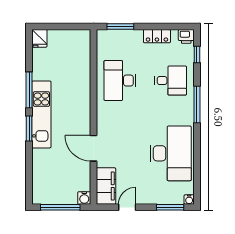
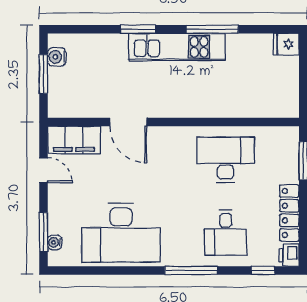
locker: (157, 36) -> (289, 213), width x1.53
window: (29, 129) -> (138, 29), moved
door: (94, 148) -> (128, 122), swing flipped
water cooler: (84, 198) -> (57, 57), moved
water cooler: (189, 200) -> (55, 242), moved
window: (60, 207) -> (43, 74), width x0.69

